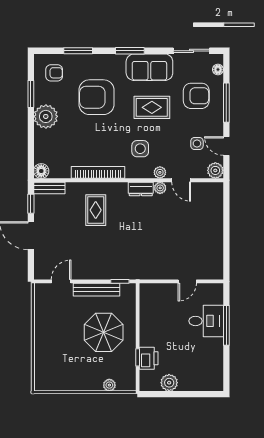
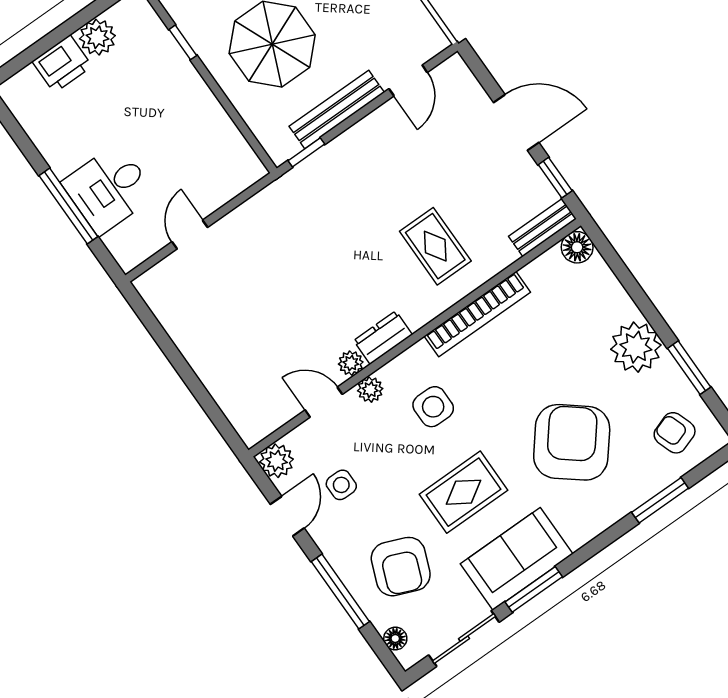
window: (130, 51) -> (534, 589), moved
armchair: (54, 73) -> (675, 433), turned 71
armchair: (196, 96) -> (401, 567), turned -68
armchair: (96, 97) -> (572, 442), turned -51
door: (226, 146) -> (287, 516), hinge flipped
printer: (149, 358) -> (62, 64), moved, turned -90

